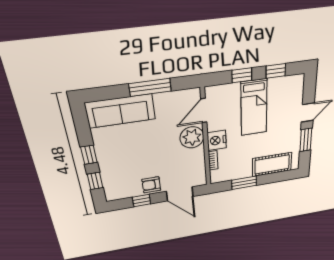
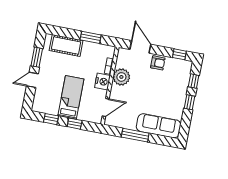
plant: (192, 137) -> (121, 77), moved
window: (142, 201) -> (179, 54), moved

